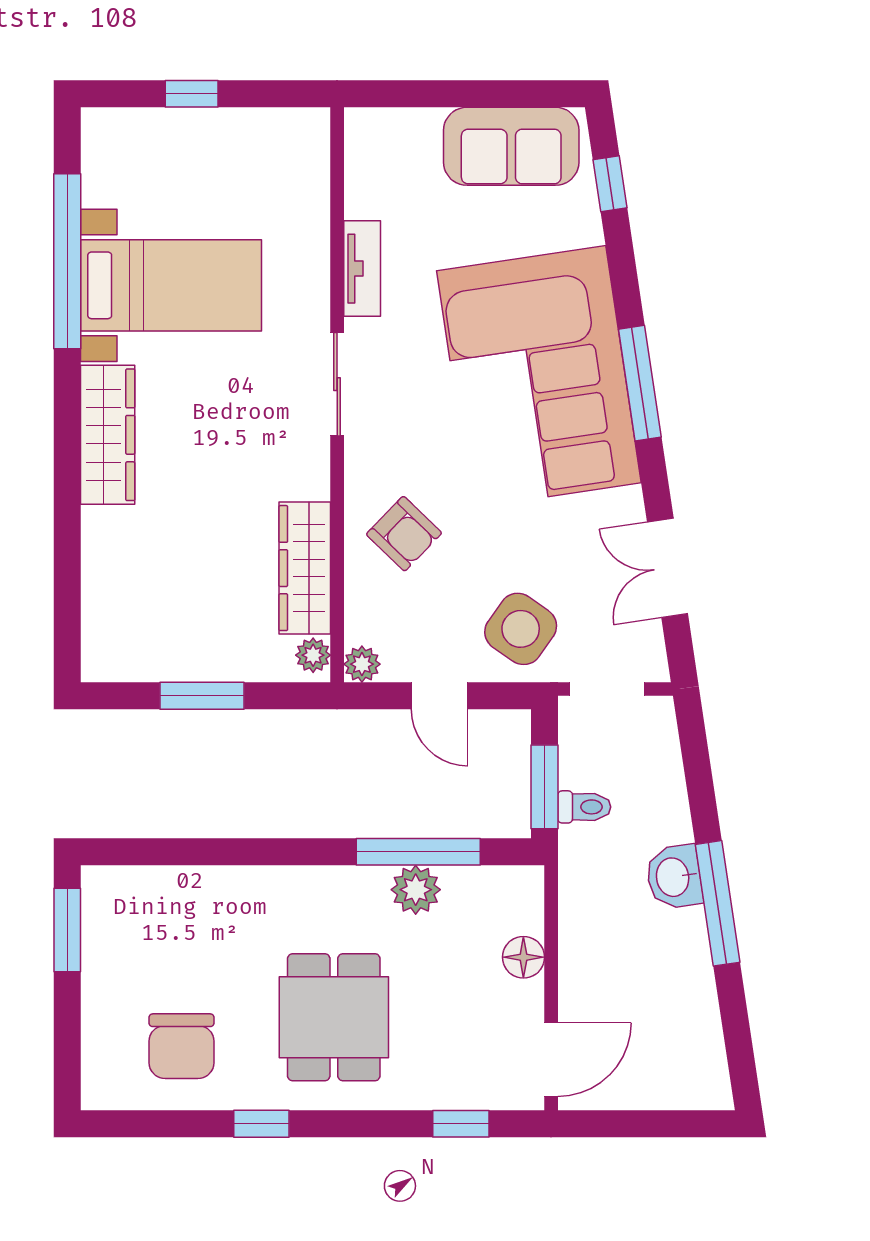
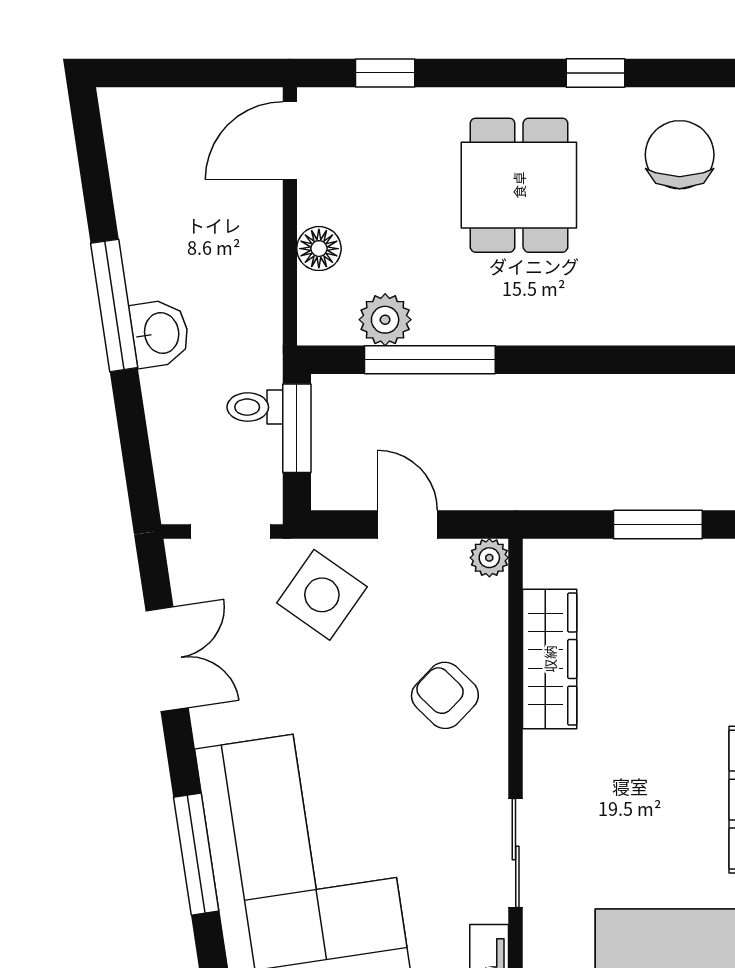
plant: (313, 655) -> (541, 567), removed
plant: (416, 890) -> (385, 320), moved

